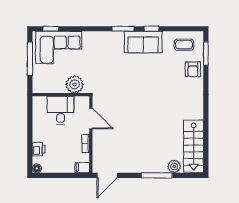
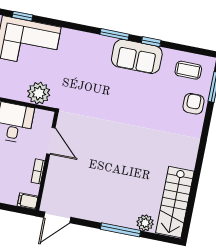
armchair: (193, 69) -> (193, 104), turned 180

